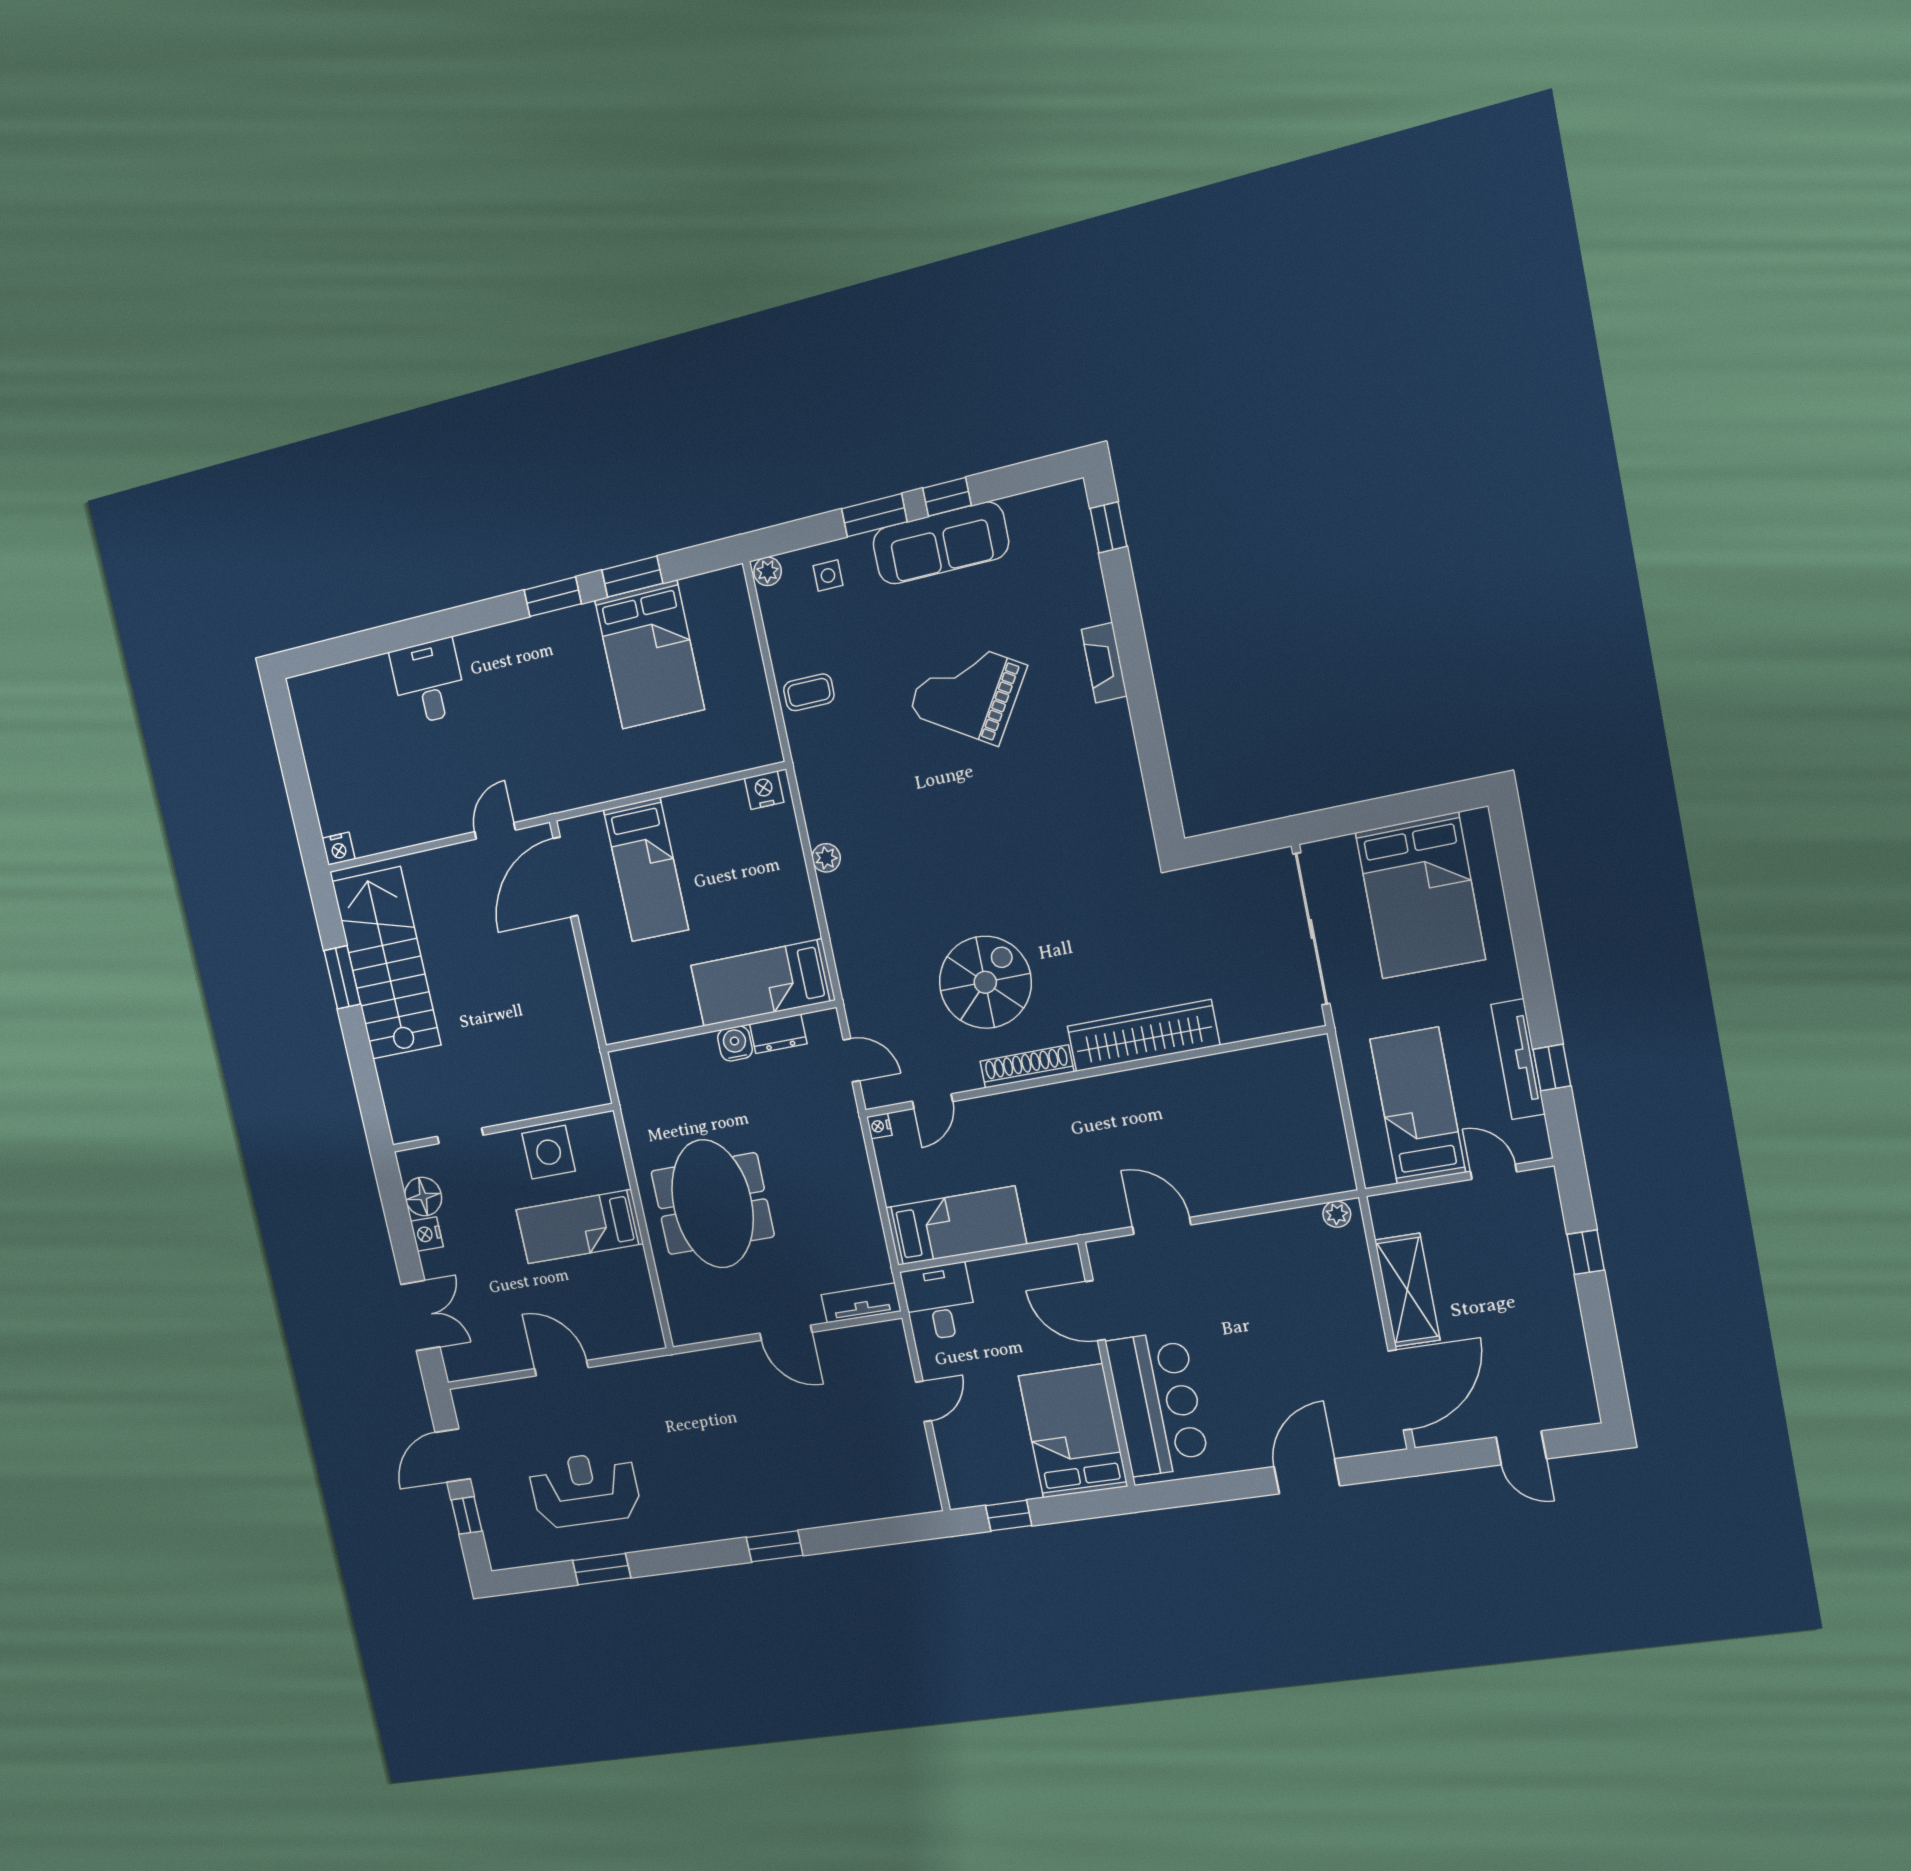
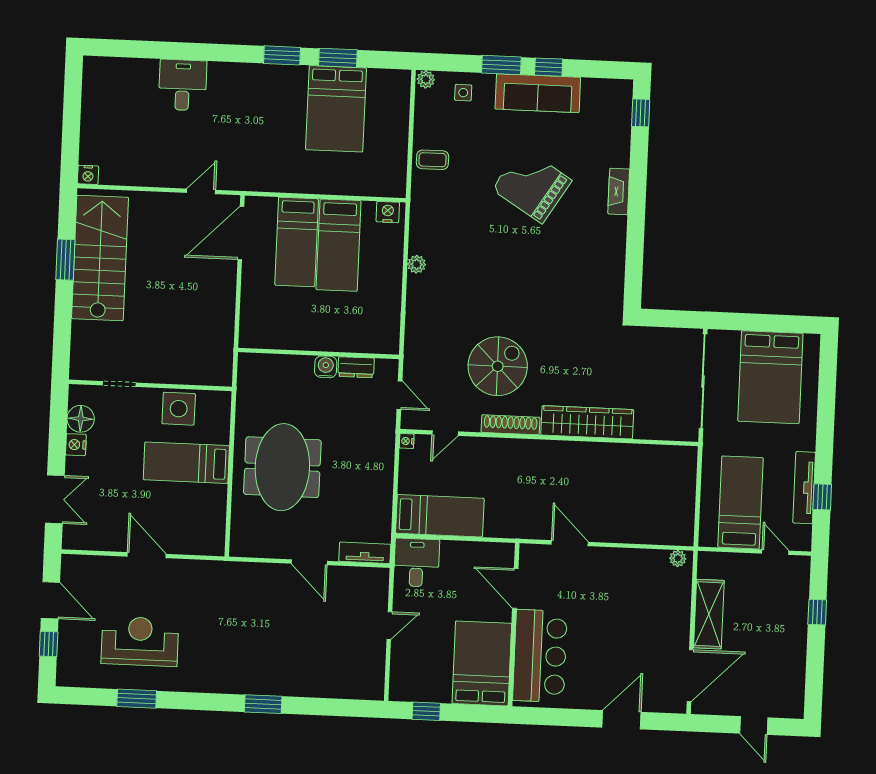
bed: (763, 983) -> (339, 245), moved, turned -90
door: (453, 1456) -> (50, 600), swing flipped

